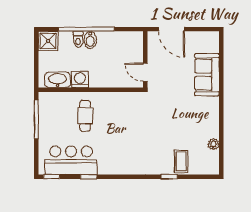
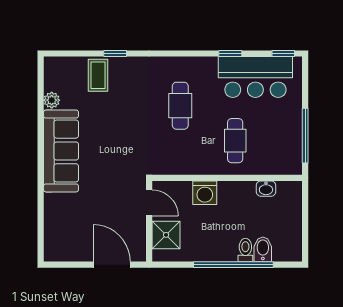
bidet: (90, 40) -> (263, 249), moved
shower: (48, 41) -> (166, 235), moved
sofa: (207, 75) -> (61, 151), moved, width x1.36
washing machine: (80, 79) -> (205, 193), moved
washbasin: (57, 80) -> (266, 189), width x0.52, depth x0.69
cafe table: (124, 140) -> (180, 106), added

